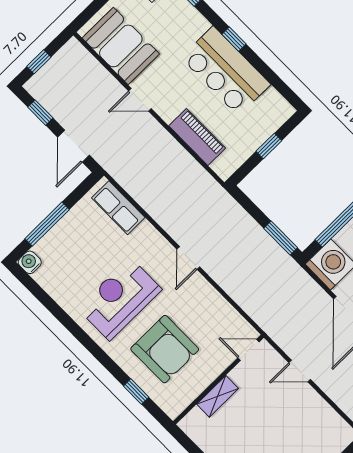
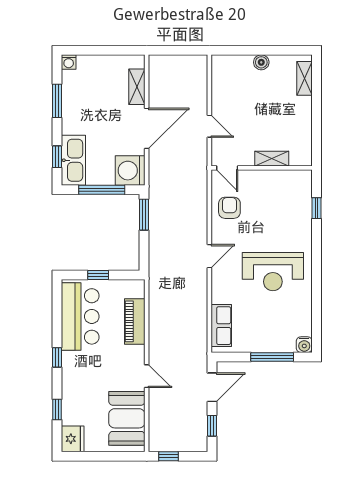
window: (39, 62) -> (169, 456), moved
bar counter: (226, 71) -> (80, 316), moved
armchair: (165, 349) -> (229, 208), moved, width x0.53, depth x0.53

